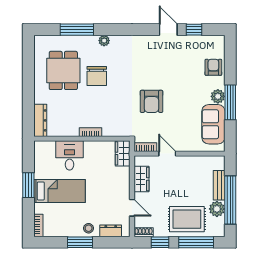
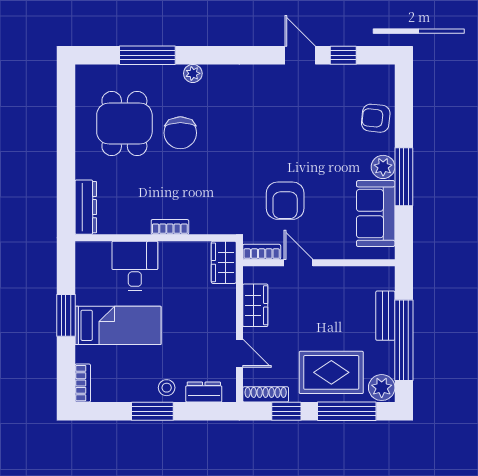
armchair: (213, 67) -> (376, 118), turned -84
armchair: (152, 101) -> (285, 201), moved
plant: (217, 209) -> (382, 388), moved
shoe rack: (144, 232) -> (266, 394), width x1.43

